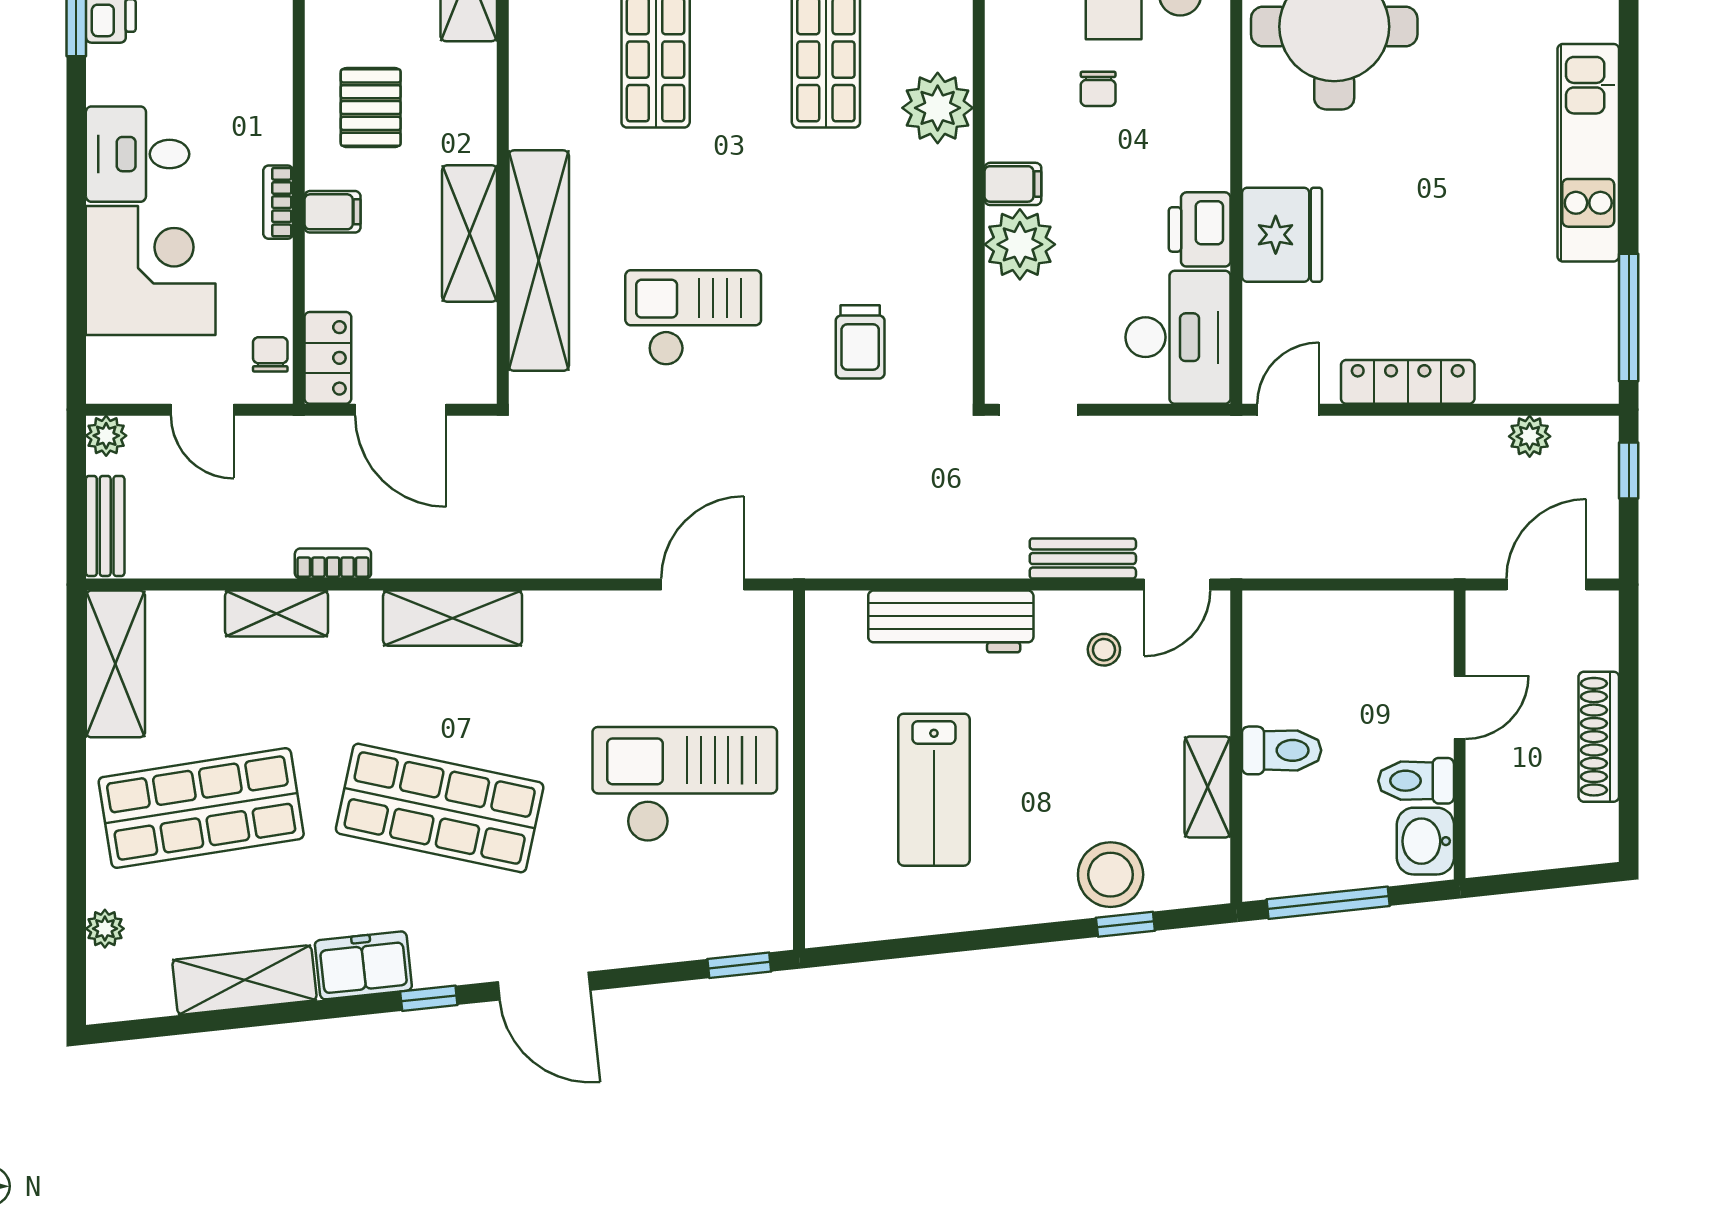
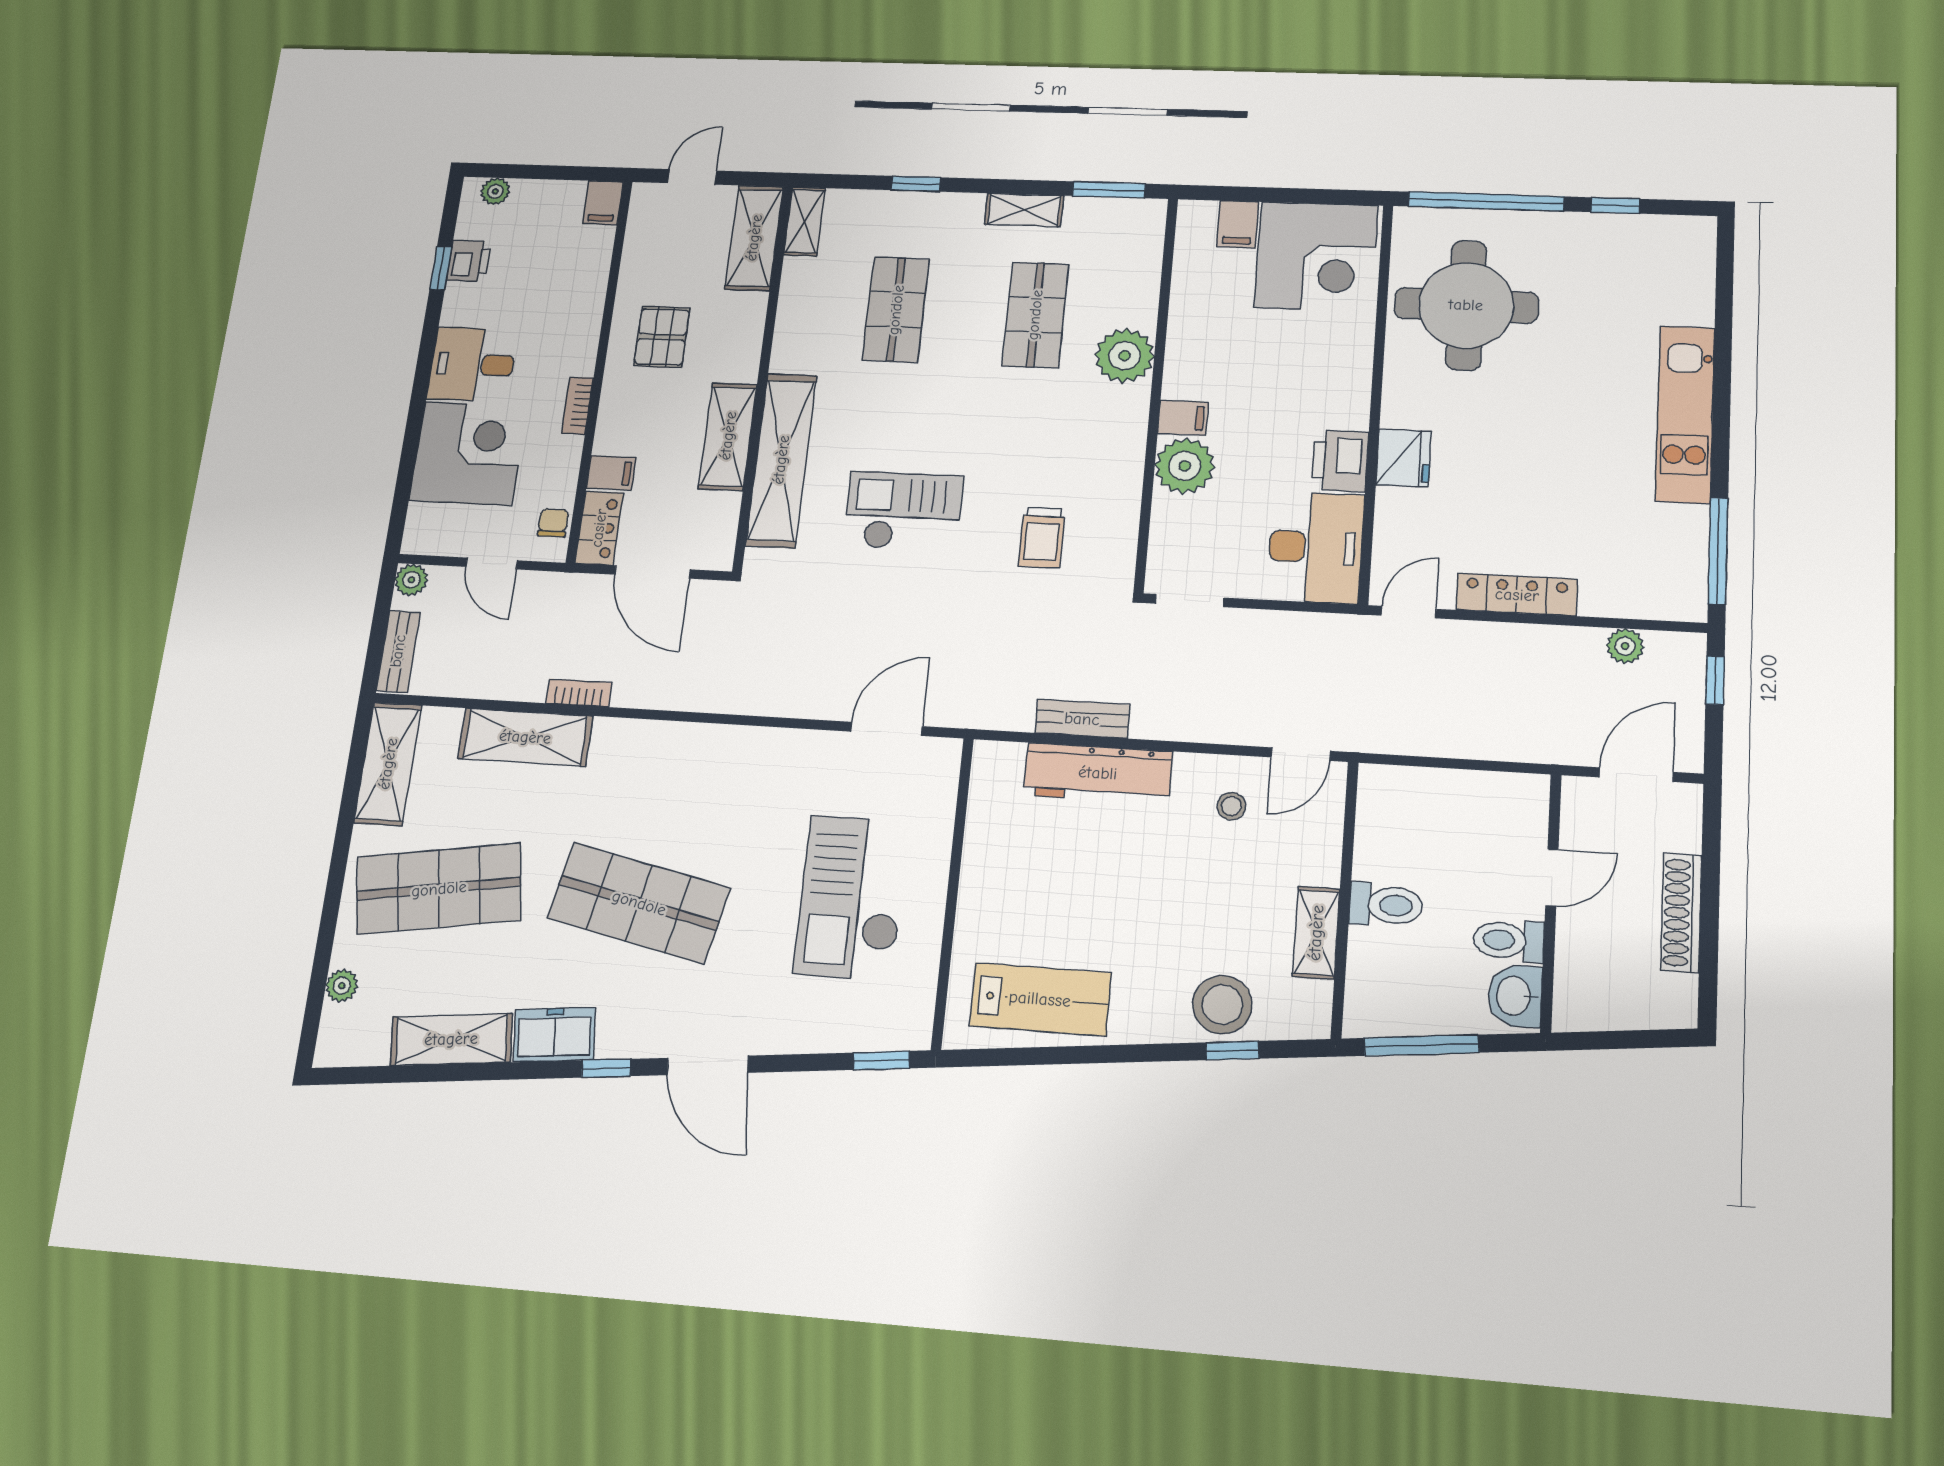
chair: (1098, 89) -> (1261, 346), removed
filing cabinet: (332, 212) -> (611, 473), moved
fridge: (1282, 235) -> (1403, 458), width x0.73, depth x0.75
bench: (1083, 559) -> (1082, 719), moved
shelving: (277, 614) -> (525, 737), width x1.50, depth x1.33
shelving: (453, 618) -> (672, 744), removed
checkout: (685, 784) -> (852, 898), turned -90
lab bench: (934, 790) -> (1040, 999), moved, turned -90

